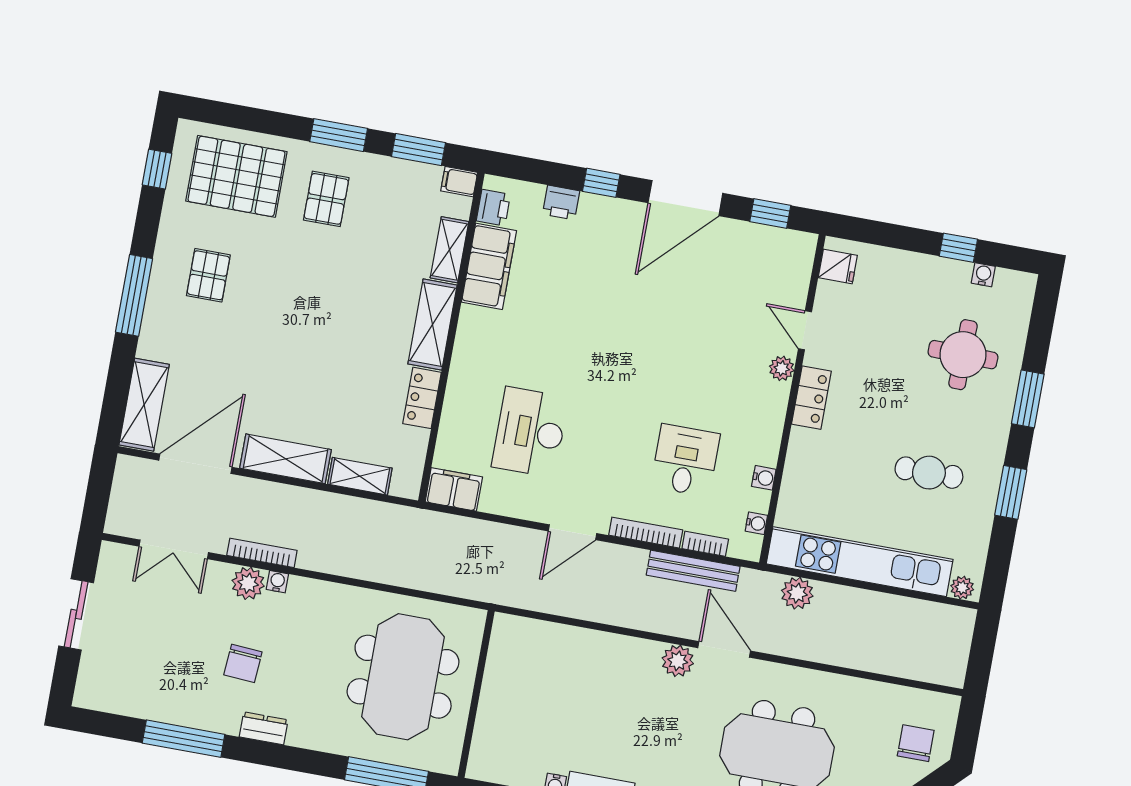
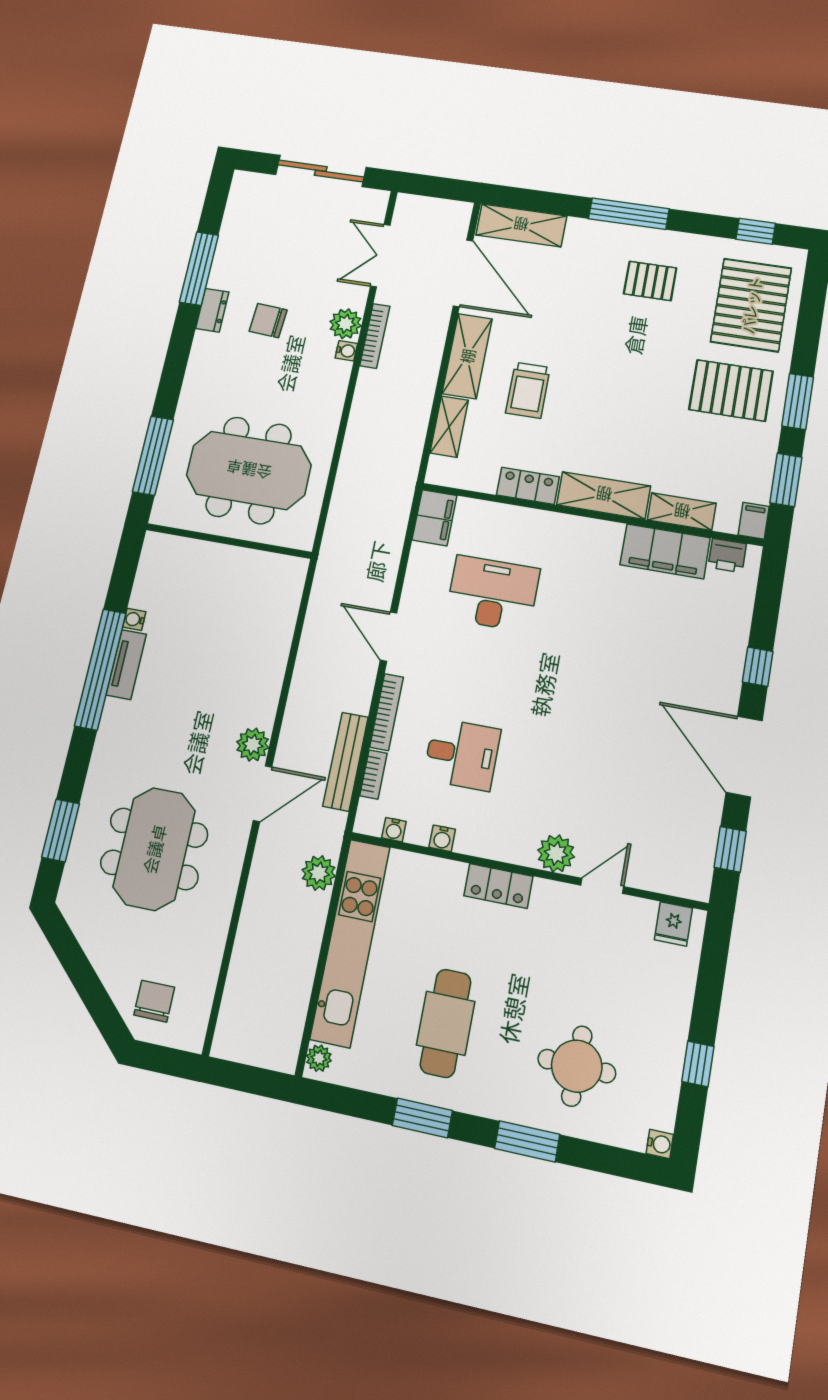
pallet: (326, 199) -> (731, 390), width x1.50, depth x1.42
printer: (561, 203) -> (735, 625), removed
water cooler: (983, 275) -> (660, 1144), moved
plant: (782, 368) -> (556, 853), width x1.38, depth x1.38
trolley: (323, 398) -> (528, 390), added
locker: (811, 398) -> (498, 886), moved
cafe table: (929, 473) -> (446, 1023), width x1.37, depth x1.35
sliding door: (76, 614) -> (321, 171), width x1.37
dresser: (264, 728) -> (212, 310), moved
chair: (916, 743) -> (154, 1001), turned -90

